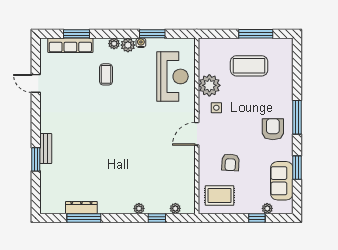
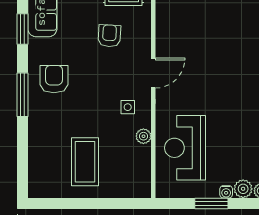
window: (256, 34) -> (76, 203), removed
coffee table: (249, 66) -> (85, 162), turned 90
plant: (209, 85) -> (143, 136), width x0.53, depth x0.53
armchair: (273, 129) -> (54, 79), turned 180

